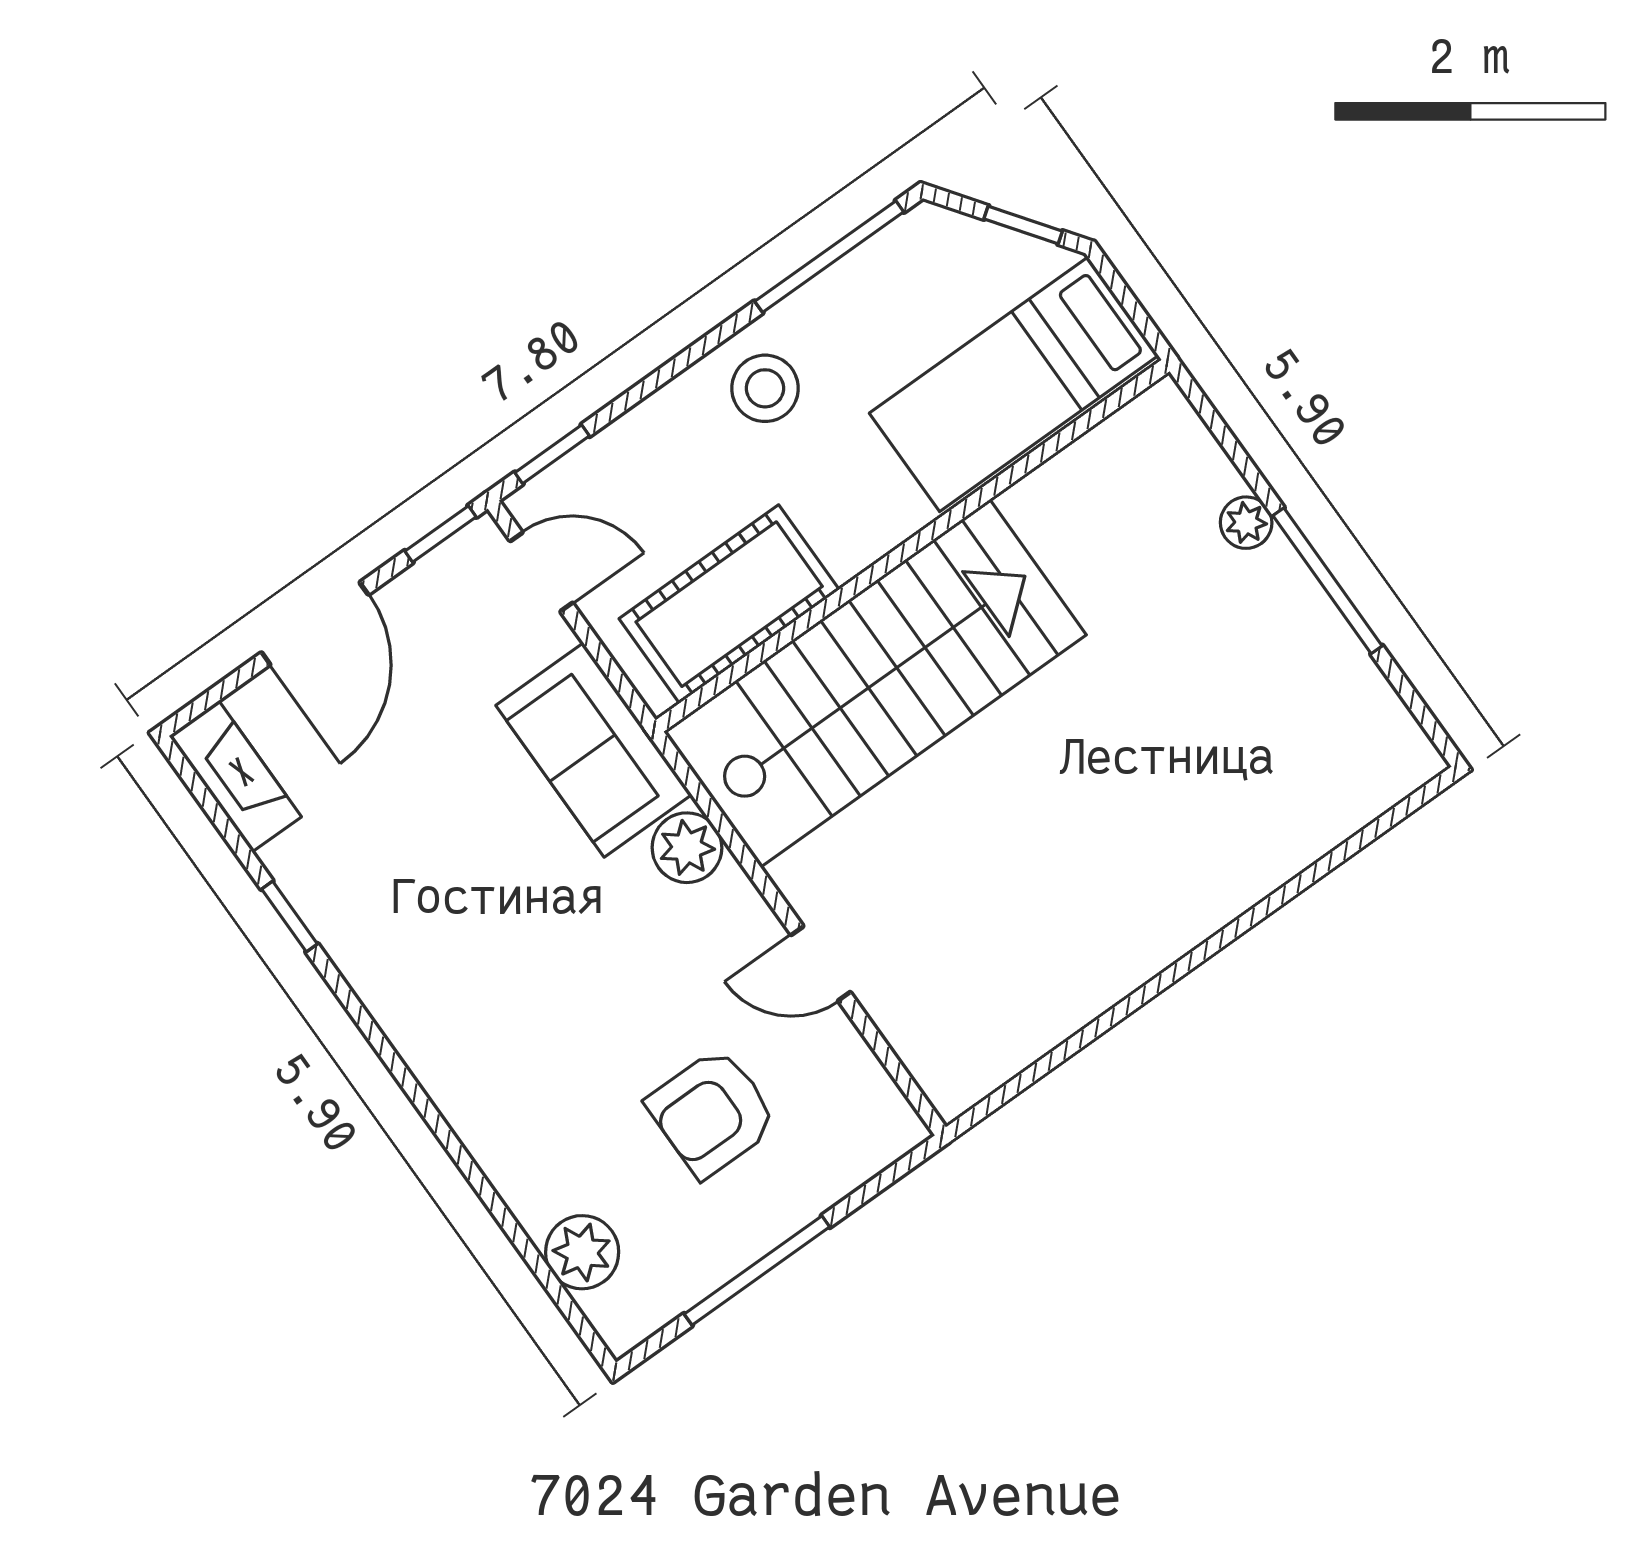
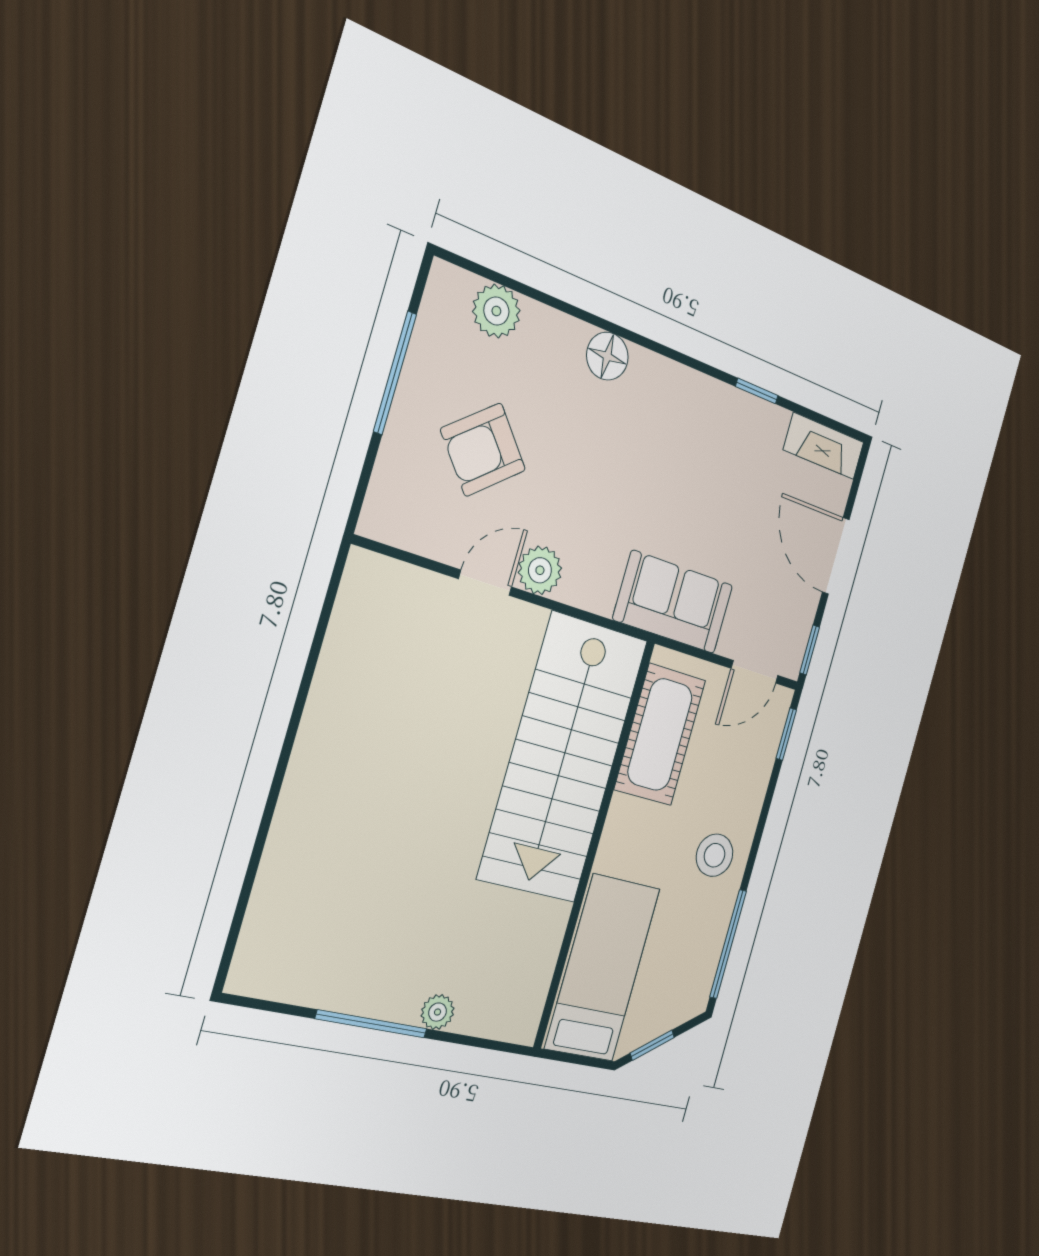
plant: (687, 848) -> (540, 570), moved
floor lamp: (473, 1104) -> (607, 356), added
armchair: (712, 1113) -> (483, 450), turned -130

